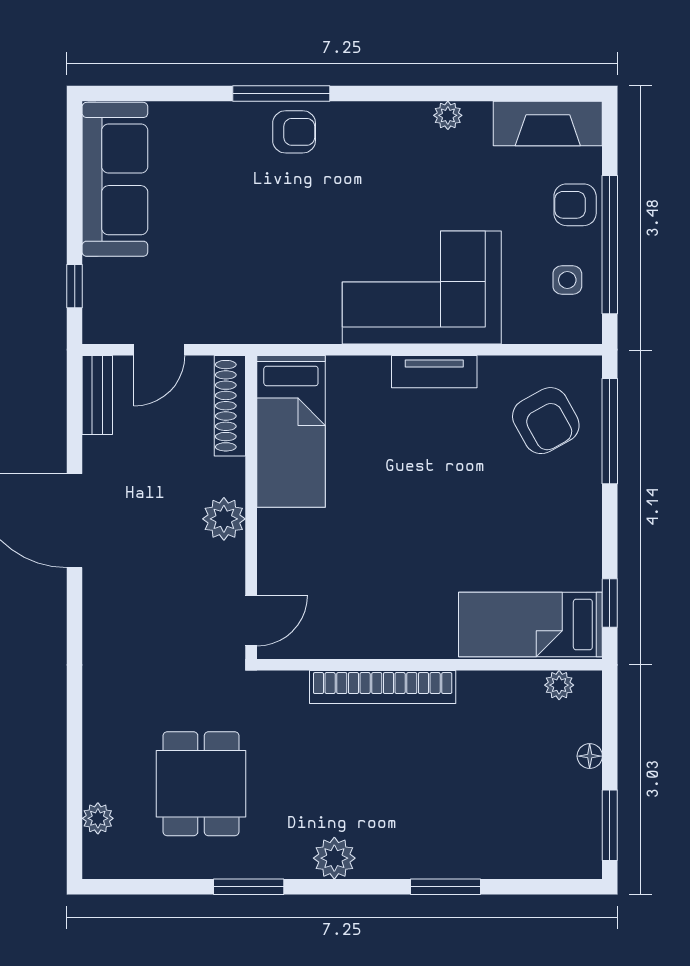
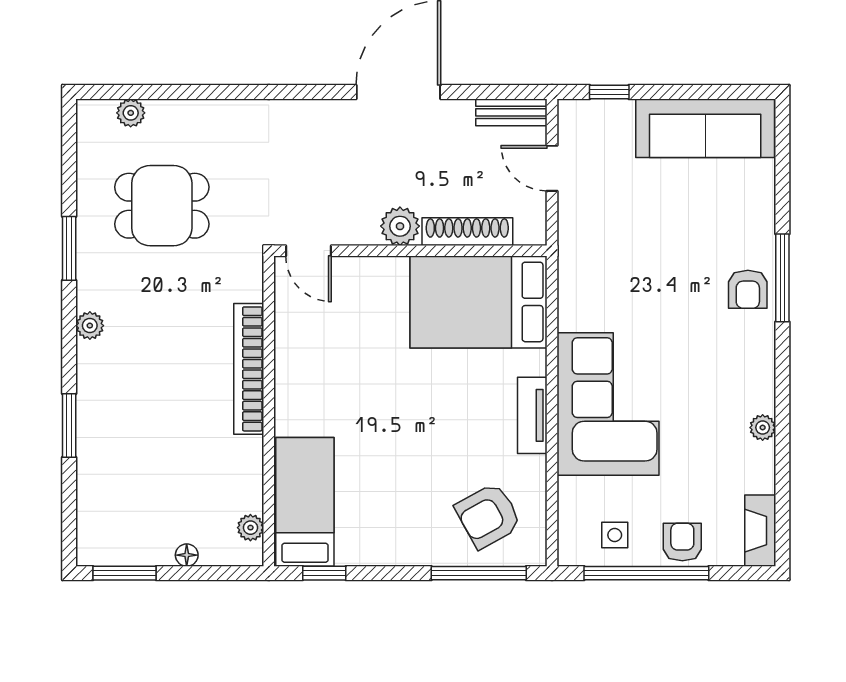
fireplace: (548, 123) -> (760, 531), width x0.73, depth x0.76
shoe rack: (230, 406) -> (467, 232), moved
bed: (291, 431) -> (479, 302), width x1.50
plant: (334, 858) -> (90, 326), width x0.73, depth x0.73

